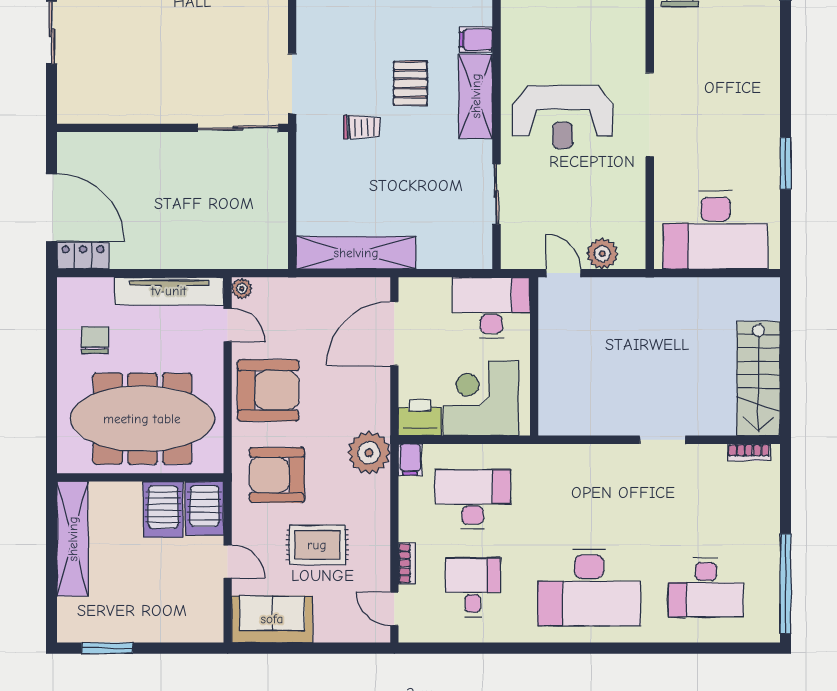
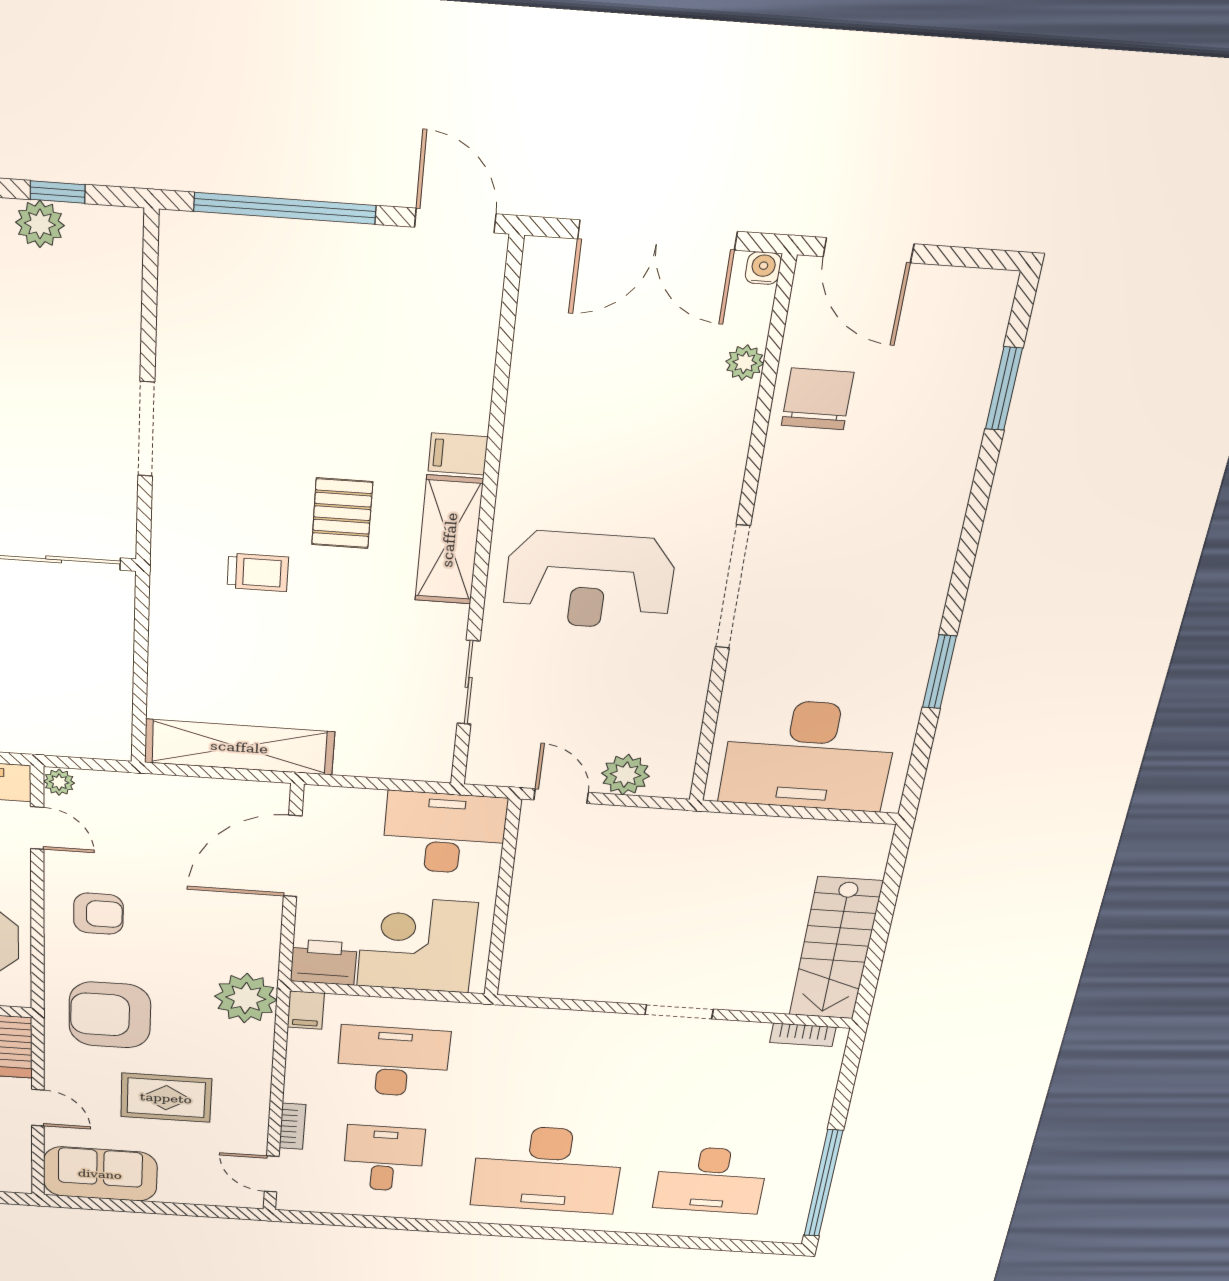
doorway: (292, 84) -> (146, 429), moved
armchair: (268, 390) -> (98, 914), width x0.53, depth x0.53

